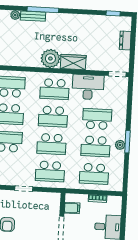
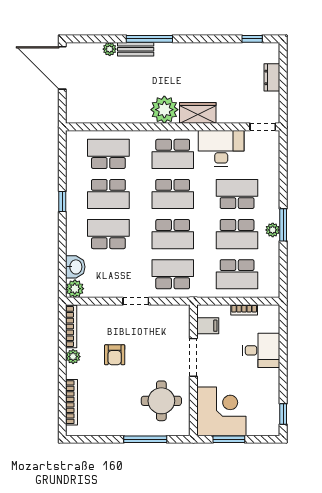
school desk: (50, 171) -> (173, 274), turned 180

